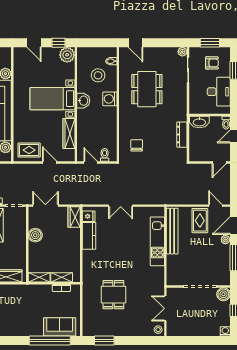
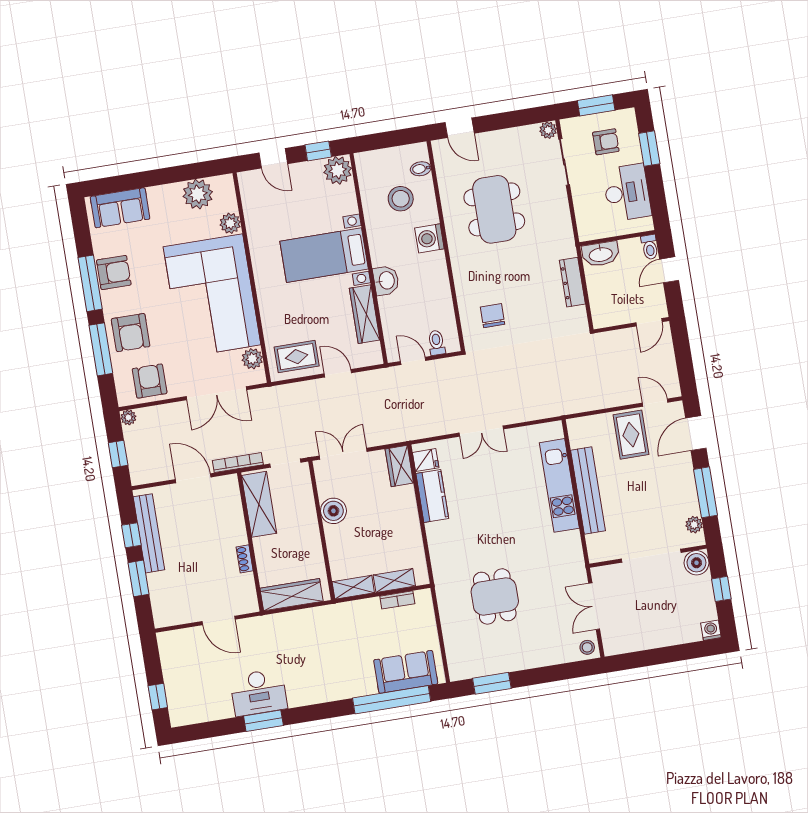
washbasin: (83, 101) -> (386, 280), moved
bench: (172, 231) -> (588, 490), moved
plant: (225, 240) -> (694, 525), moved

